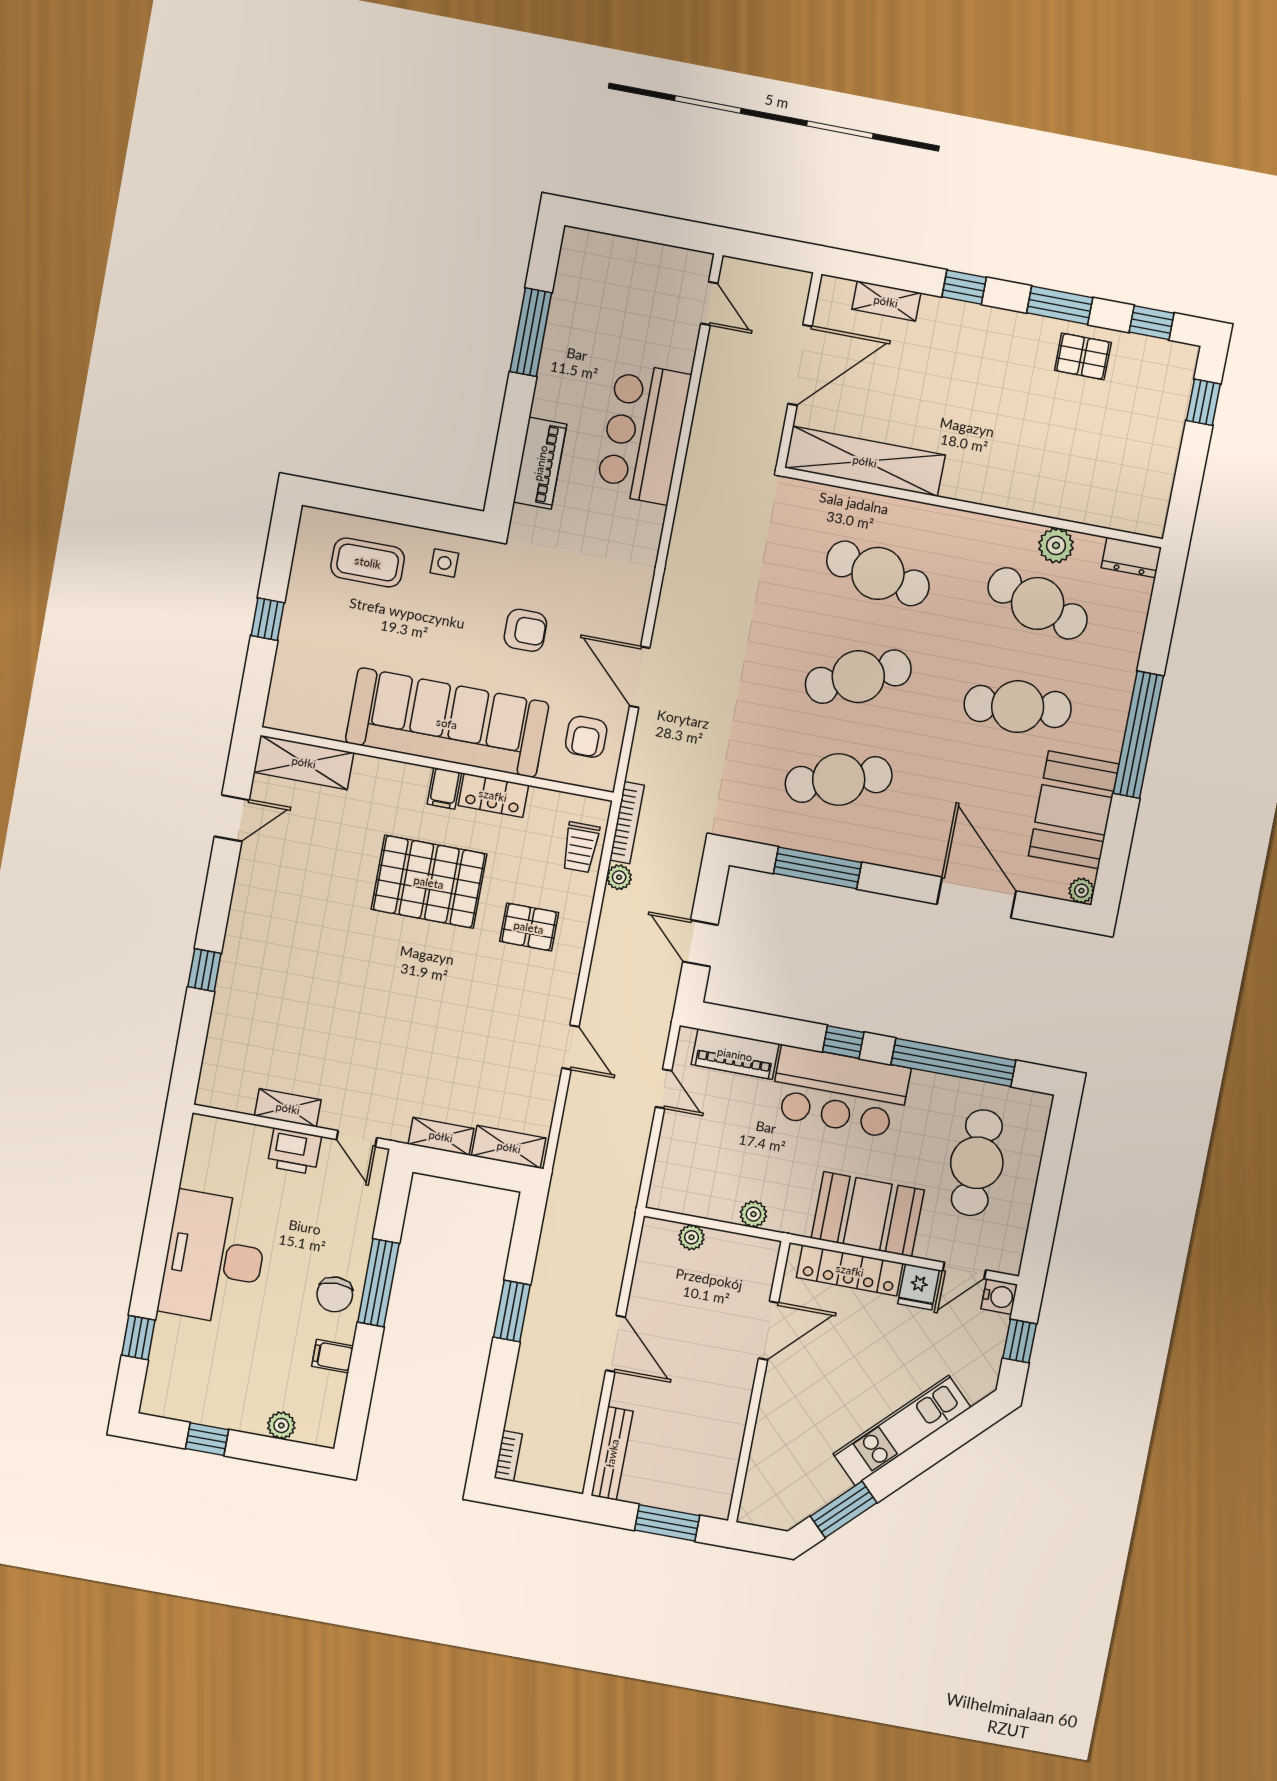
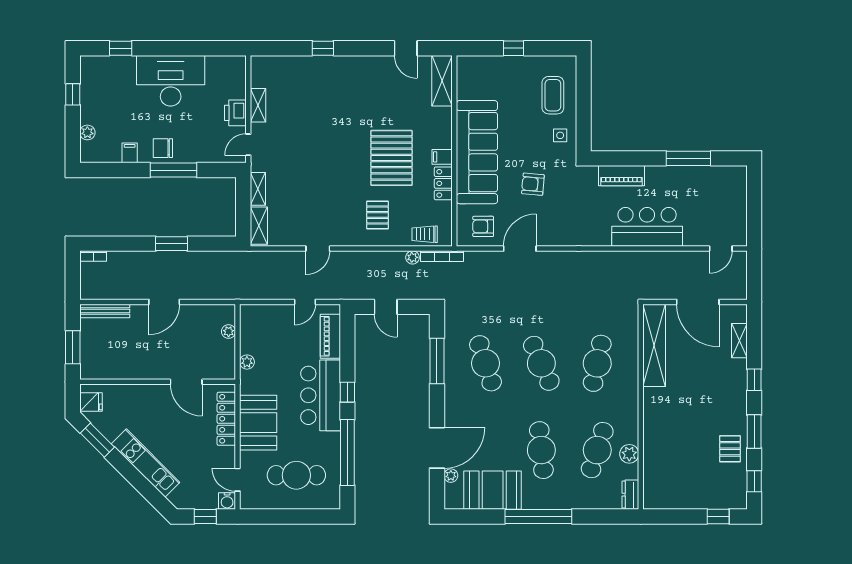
armchair: (525, 630) -> (533, 184), turned 95
plant: (1081, 891) -> (451, 476), moved
door: (700, 943) -> (386, 307), swing flipped
fridge: (919, 1287) -> (91, 402), moved, turned 180

